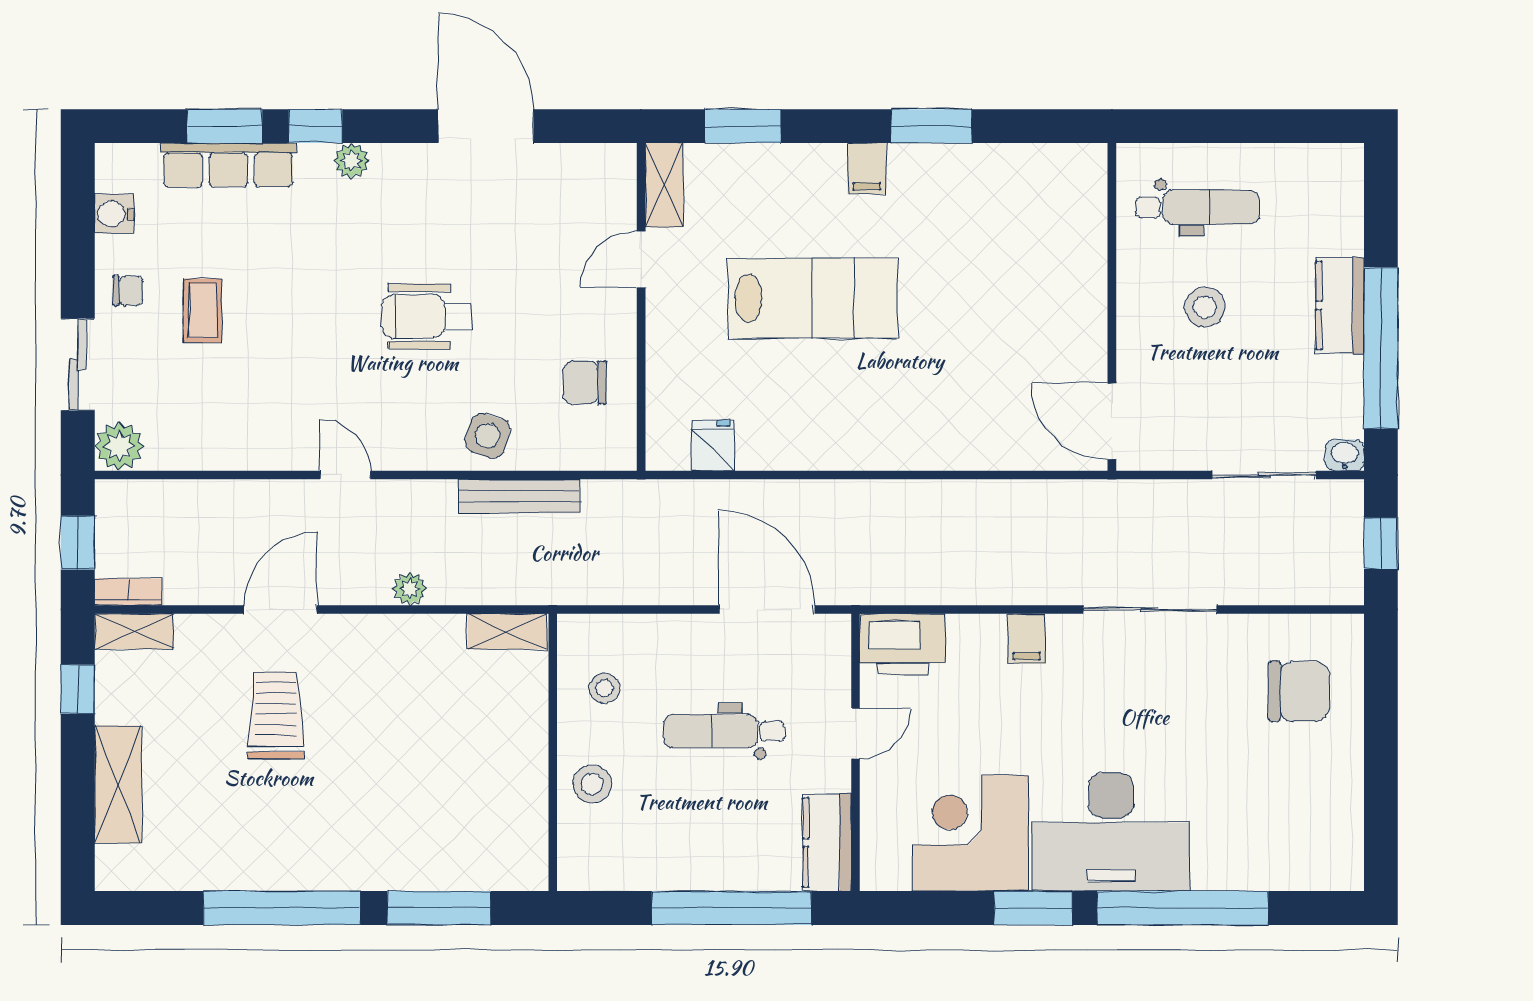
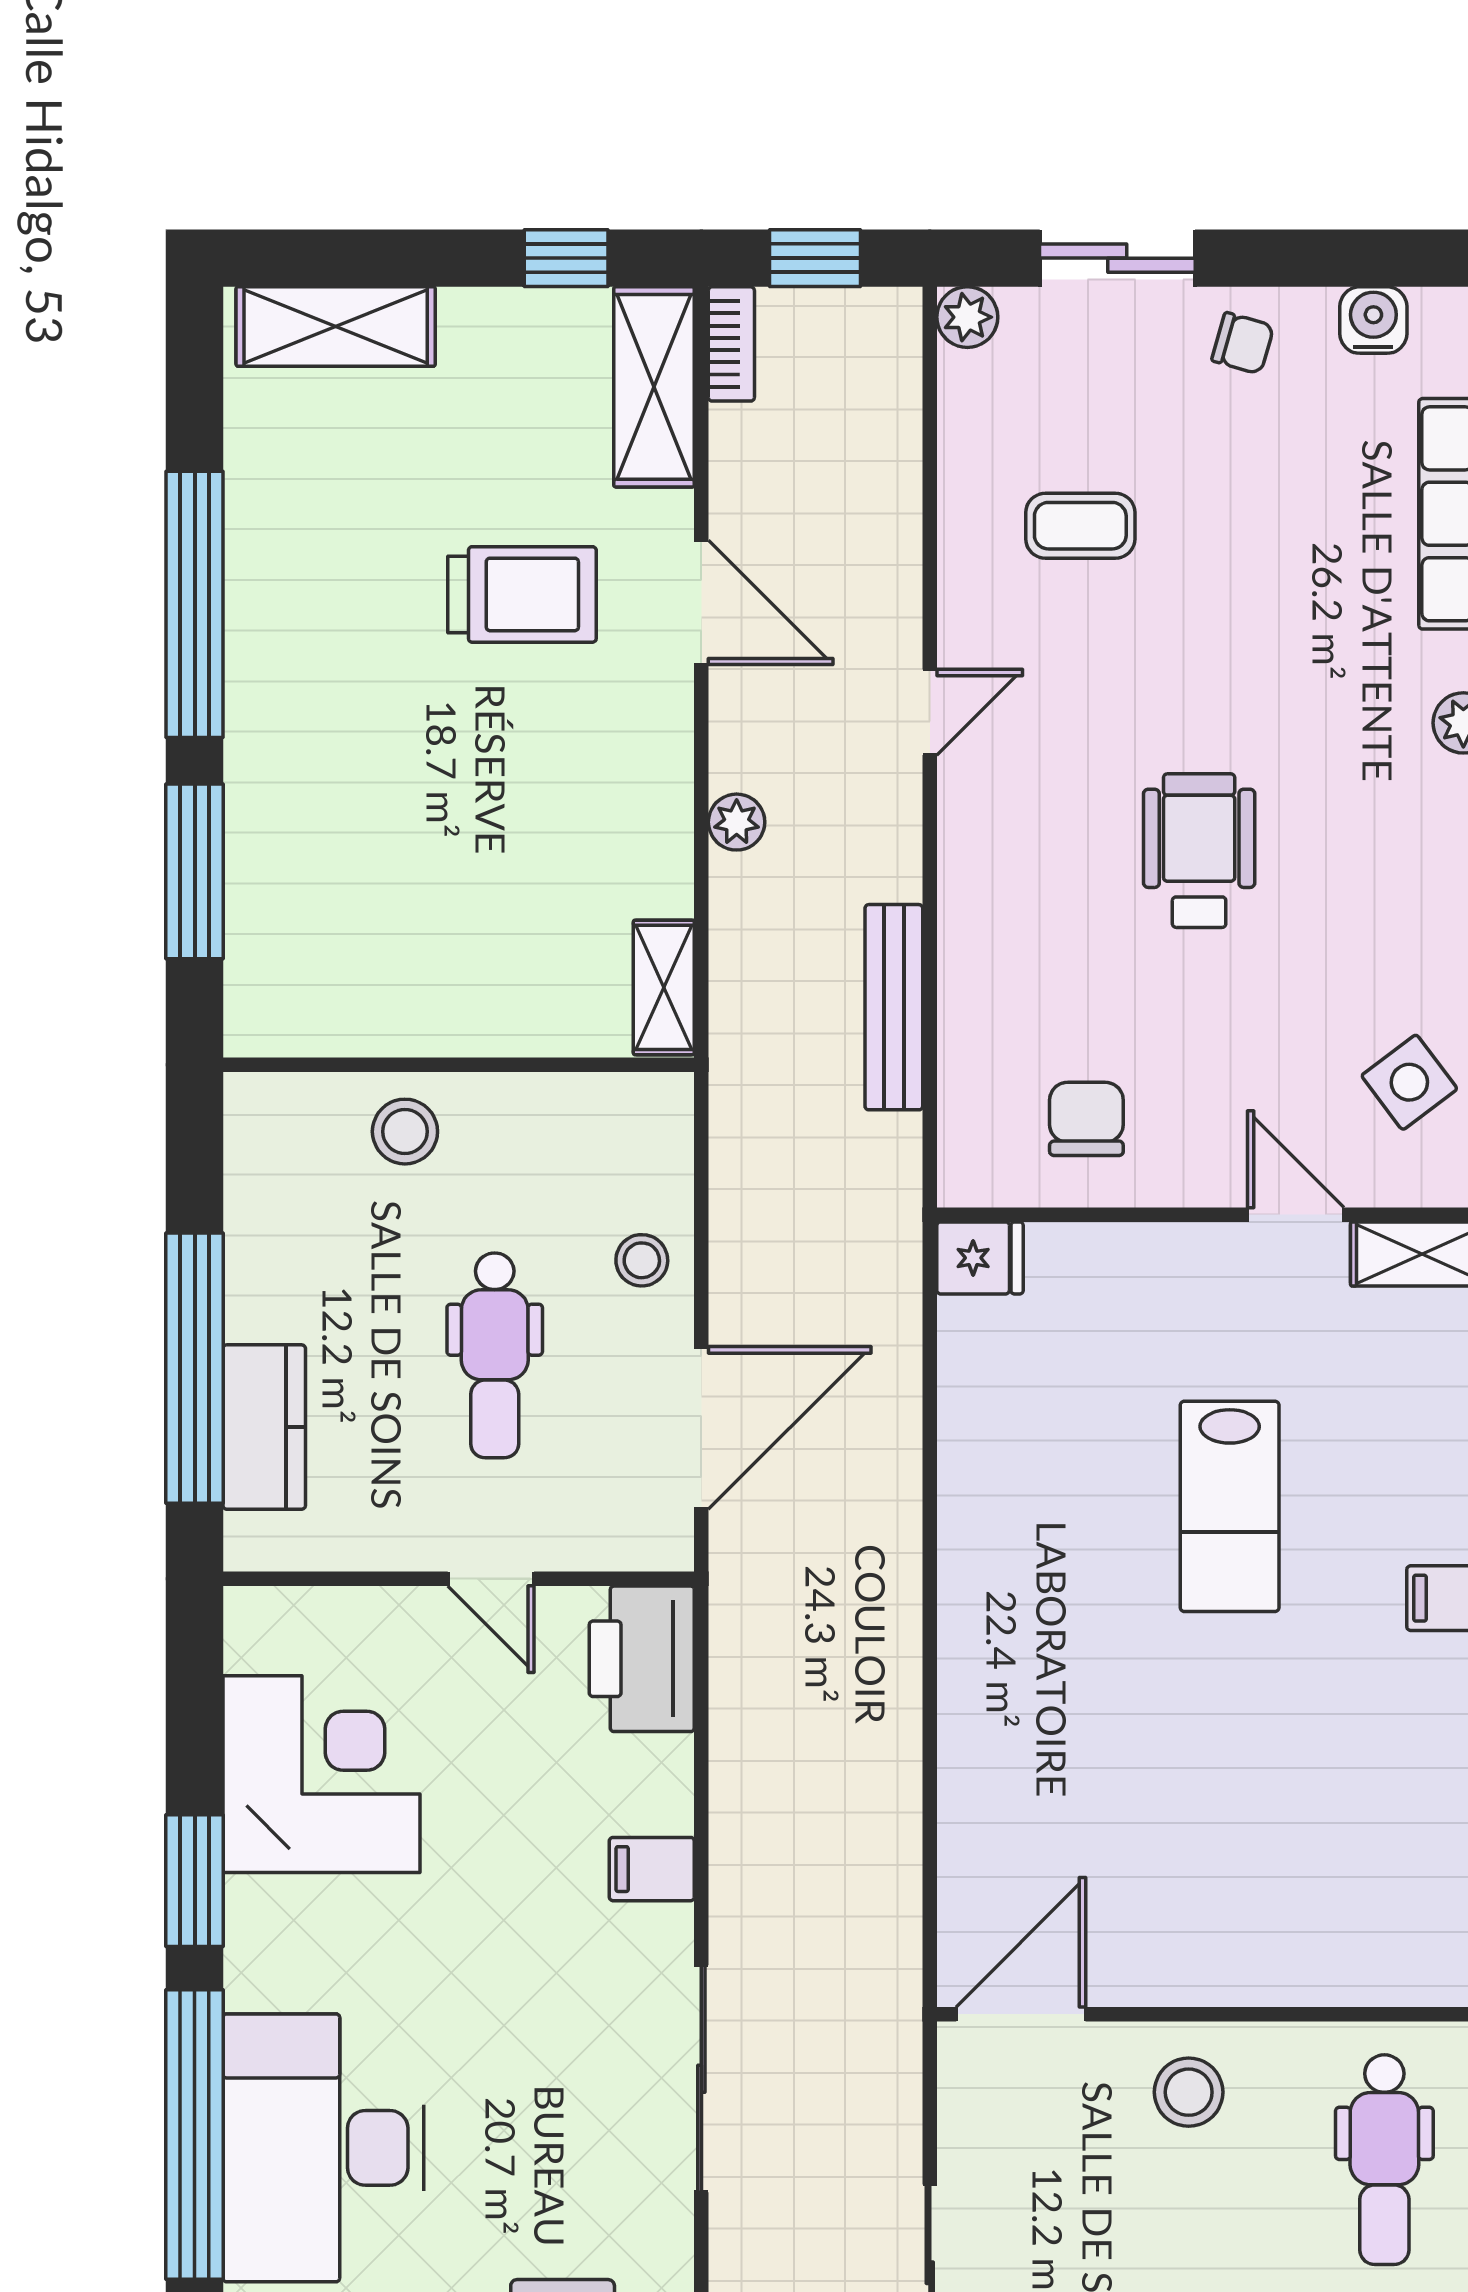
chair: (128, 291) -> (1243, 343), turned -74
lab bench: (813, 298) -> (1230, 1506), width x0.73, depth x0.72
stool: (1205, 307) -> (1189, 2092), moved
coffee table: (203, 311) -> (1080, 526), moved
side table: (488, 436) -> (1409, 1082), moved, turned 34
fridge: (713, 445) -> (980, 1258), moved
plant: (119, 446) -> (967, 317), width x0.73, depth x0.73
shelving: (134, 631) -> (654, 387), width x1.50, depth x1.33
stool: (604, 688) -> (642, 1260), moved
dental chair: (724, 731) -> (495, 1355), turned 180
shelving: (118, 784) -> (336, 327), moved
desk: (1111, 832) -> (323, 2148), moved
kitchen counter: (827, 843) -> (264, 1427), moved, turned 90

